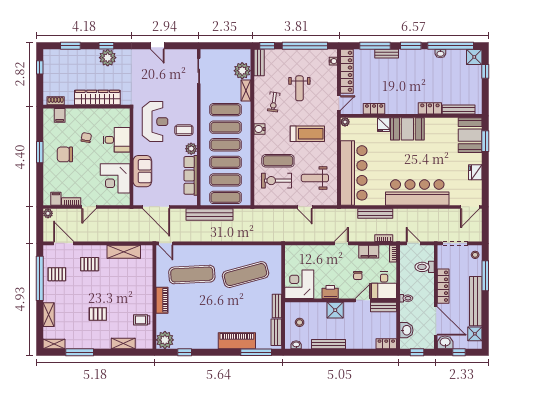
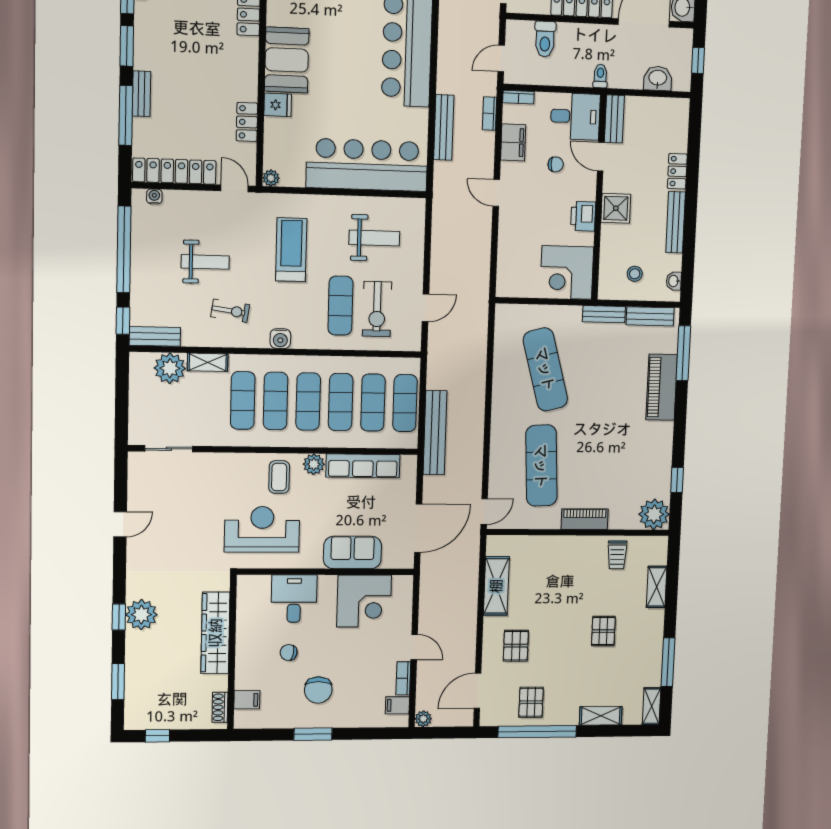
weight bench: (315, 178) -> (374, 238), turned -90
door: (305, 207) -> (425, 308), moved
locker: (386, 344) -> (677, 171), moved

